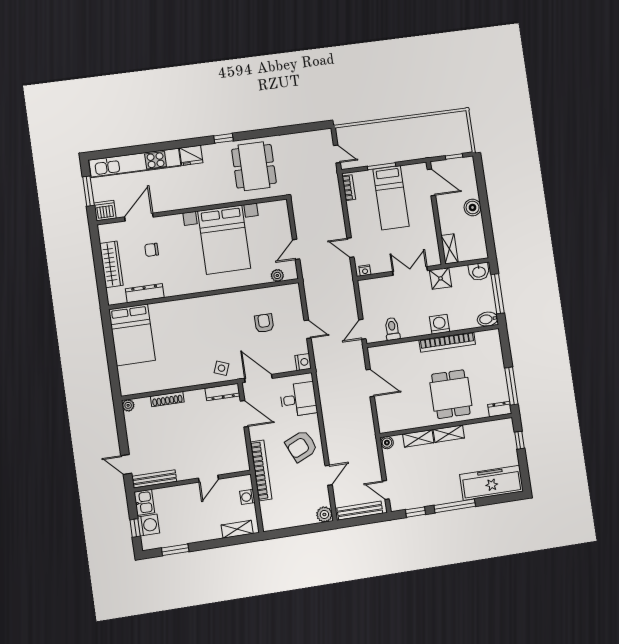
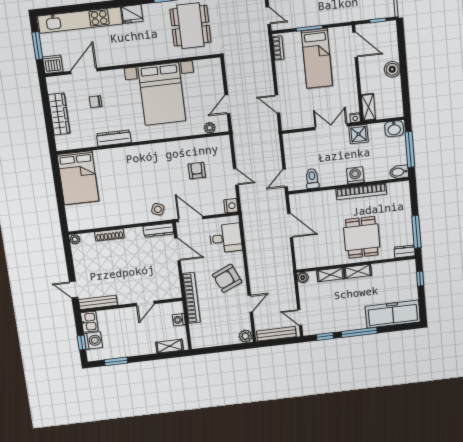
nightstand: (365, 270) -> (355, 118), moved
dresser: (145, 293) -> (114, 138), moved

